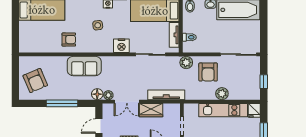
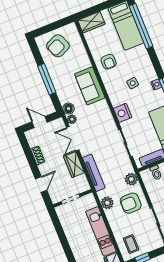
wardrobe: (26, 41) -> (91, 22), added
coffee table: (246, 87) -> (131, 244), added
plant: (222, 94) -> (107, 203), moved

